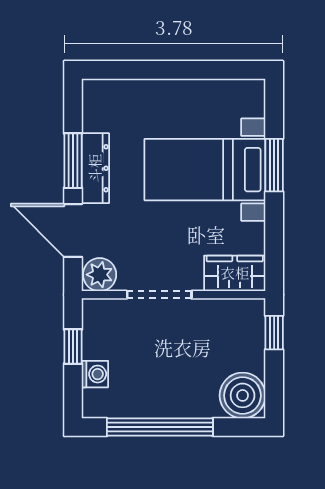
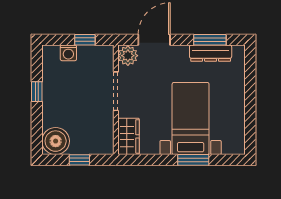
window: (73, 161) -> (210, 40), moved
dresser: (95, 168) -> (211, 53), moved
window: (274, 333) -> (79, 160), moved
window: (160, 427) -> (37, 92), width x0.32

